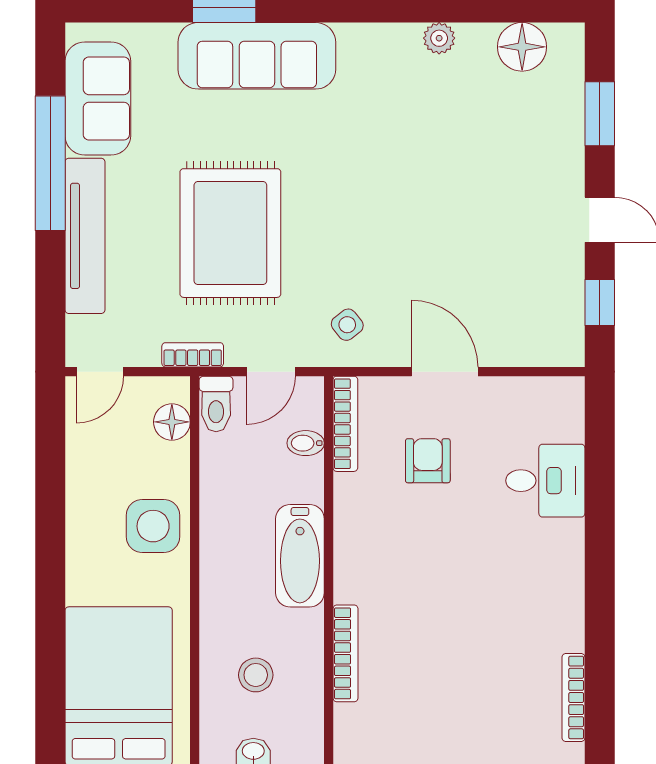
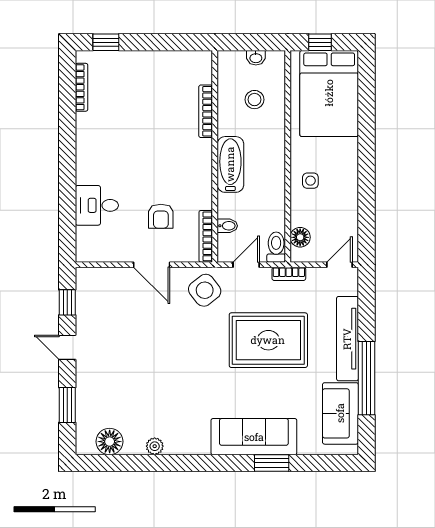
rug: (230, 233) -> (268, 340), turned 90
side table: (347, 325) -> (205, 290), width x1.87, depth x1.87
side table: (153, 526) -> (310, 181), width x0.54, depth x0.54

